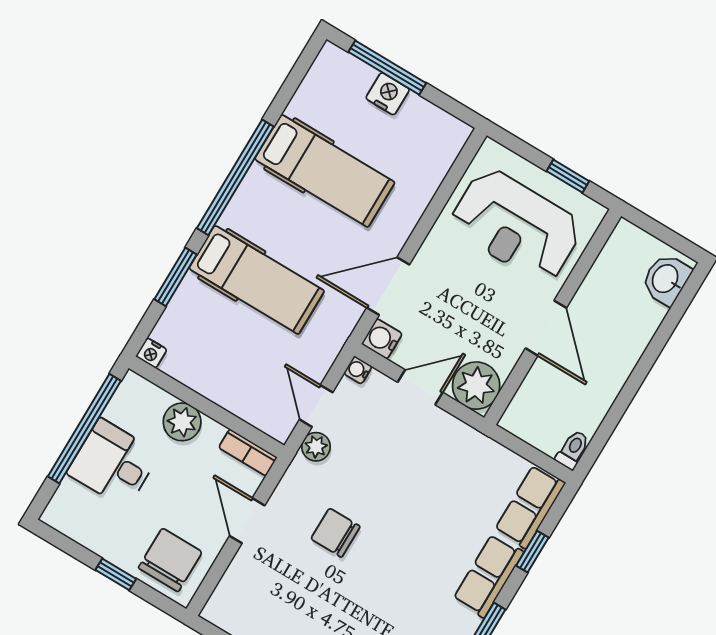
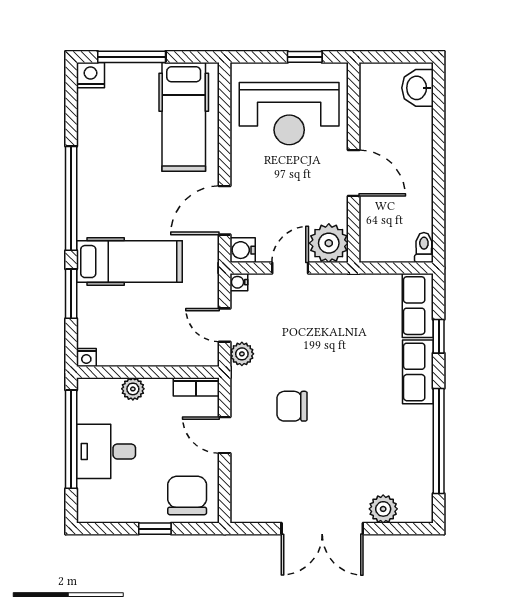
nightstand: (388, 94) -> (91, 75), moved
hospital bed: (325, 171) -> (184, 117), moved, turned 90
plant: (182, 422) -> (133, 389), width x0.73, depth x0.73

